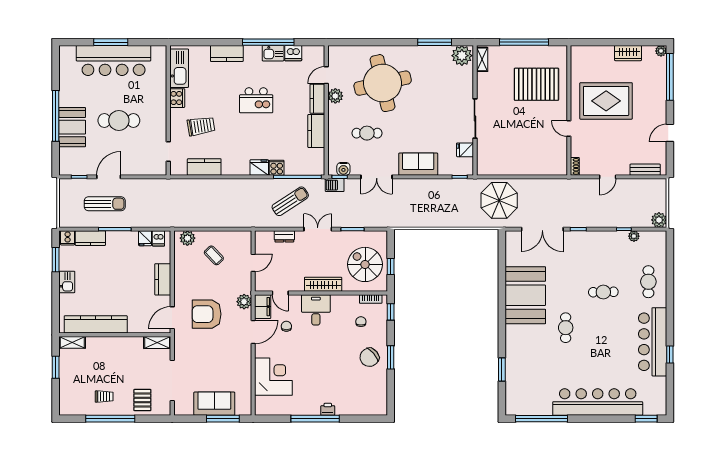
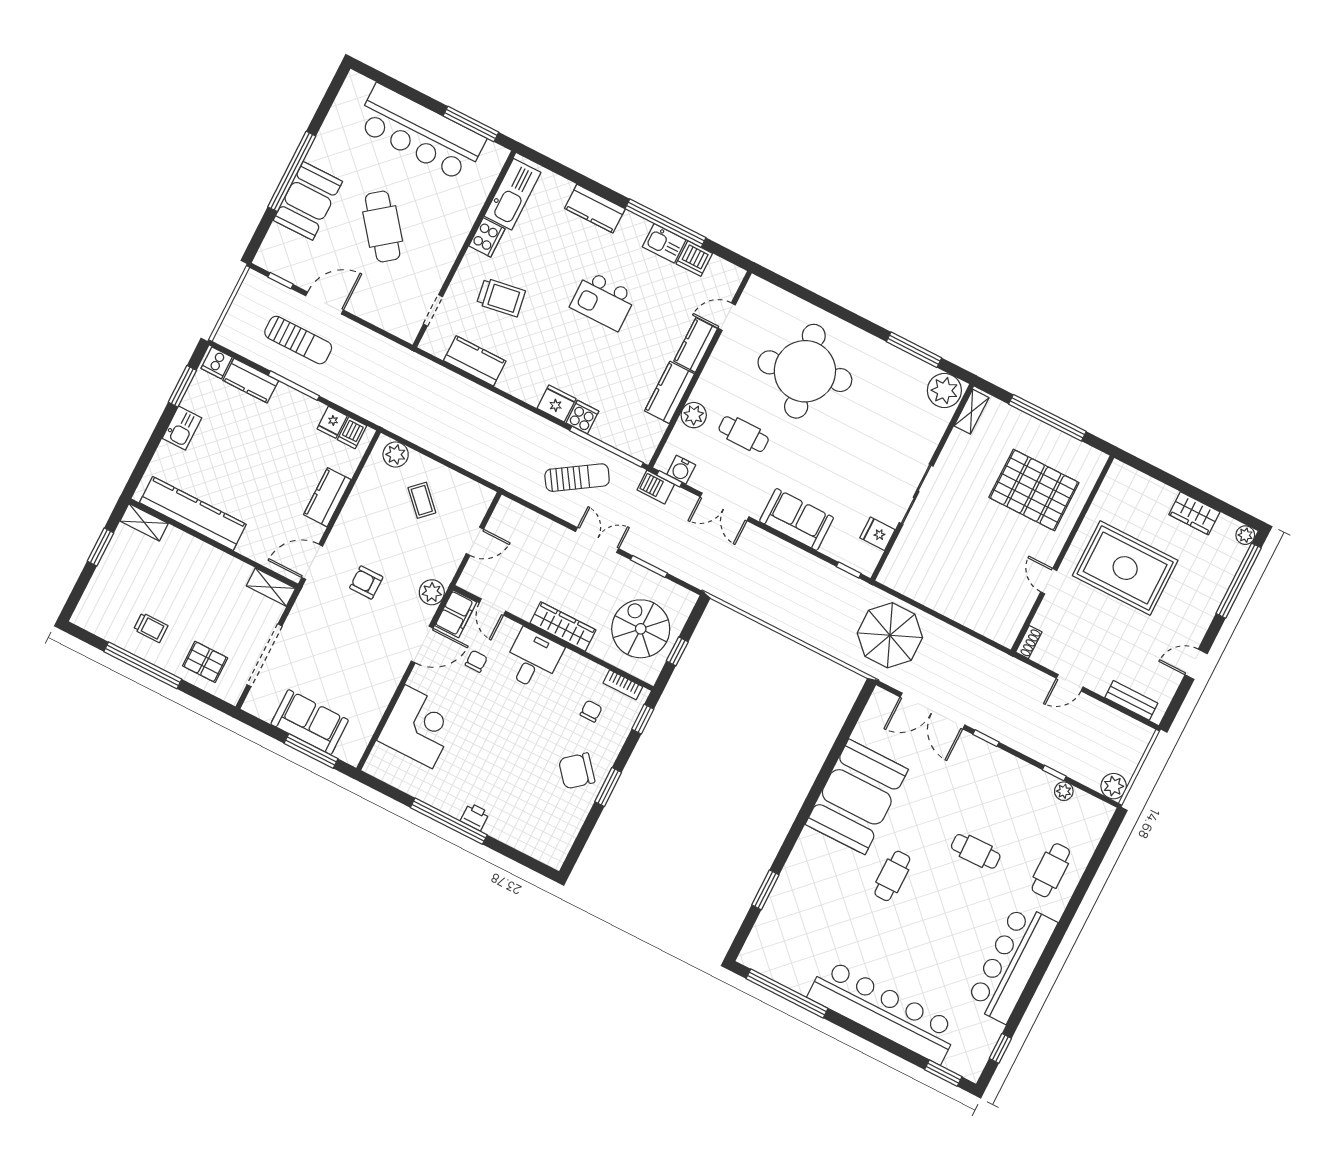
window: (111, 42) -> (471, 124), moved
plant: (335, 96) -> (694, 415), moved
cafe table: (119, 121) -> (383, 226), turned 52
dresser: (284, 236) -> (542, 525), removed
armchair: (207, 314) -> (366, 582), width x0.53, depth x0.53
window: (670, 354) -> (1000, 1048), moved
pallet: (142, 400) -> (205, 662), turned 90

